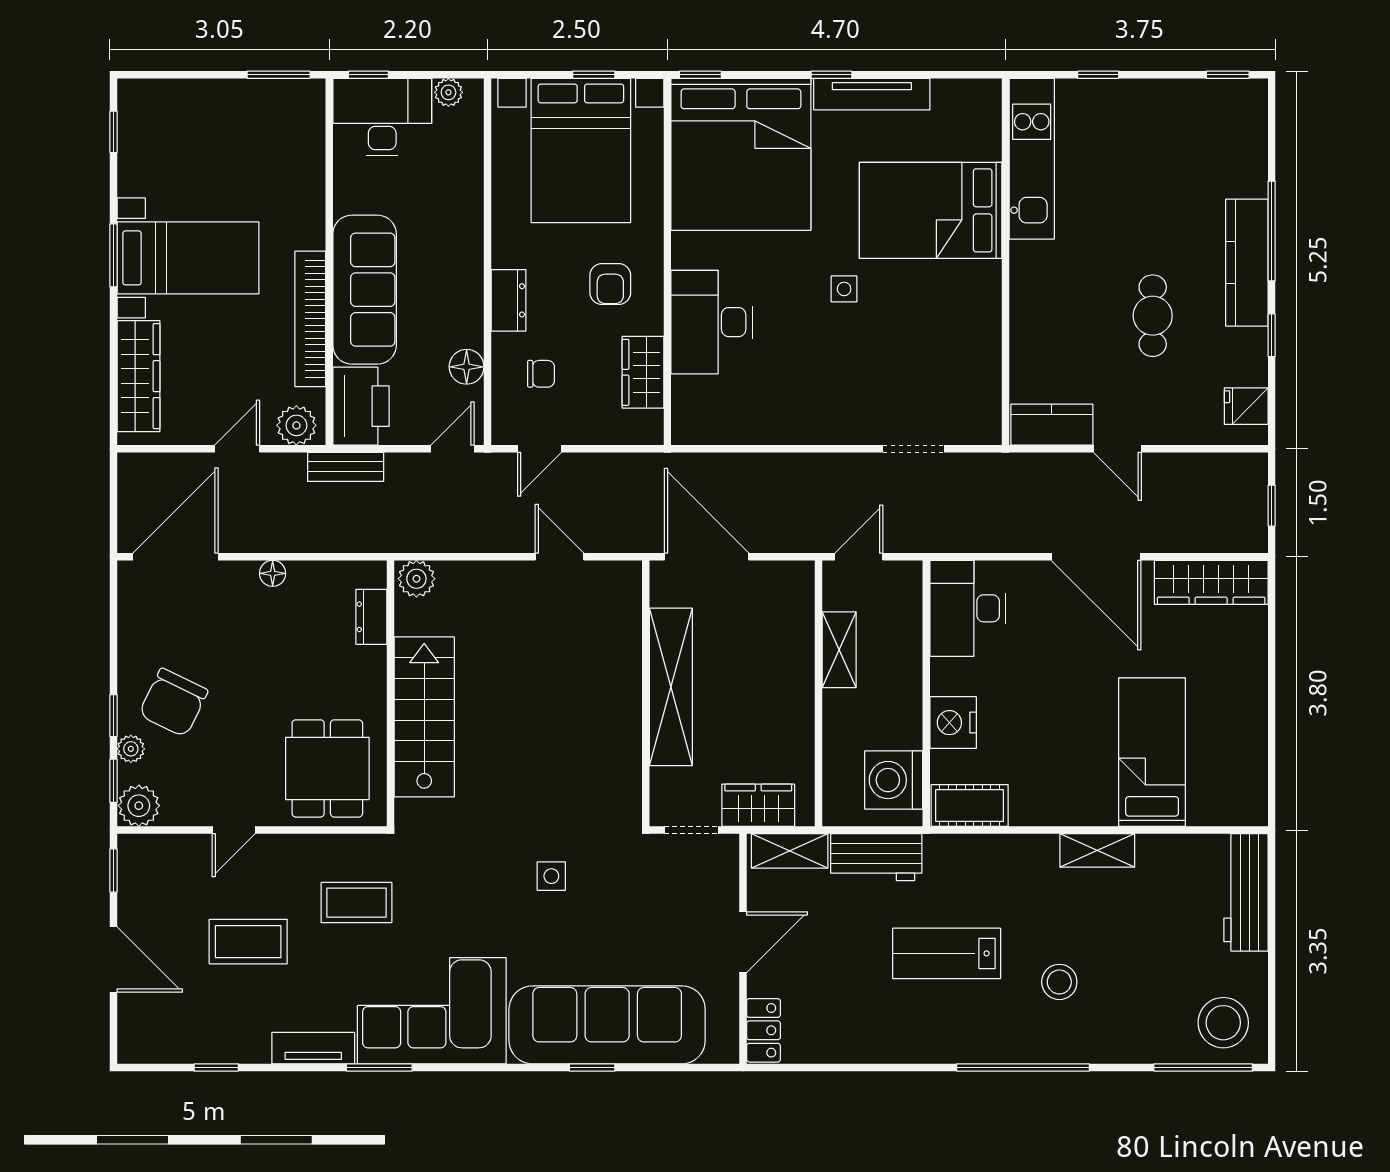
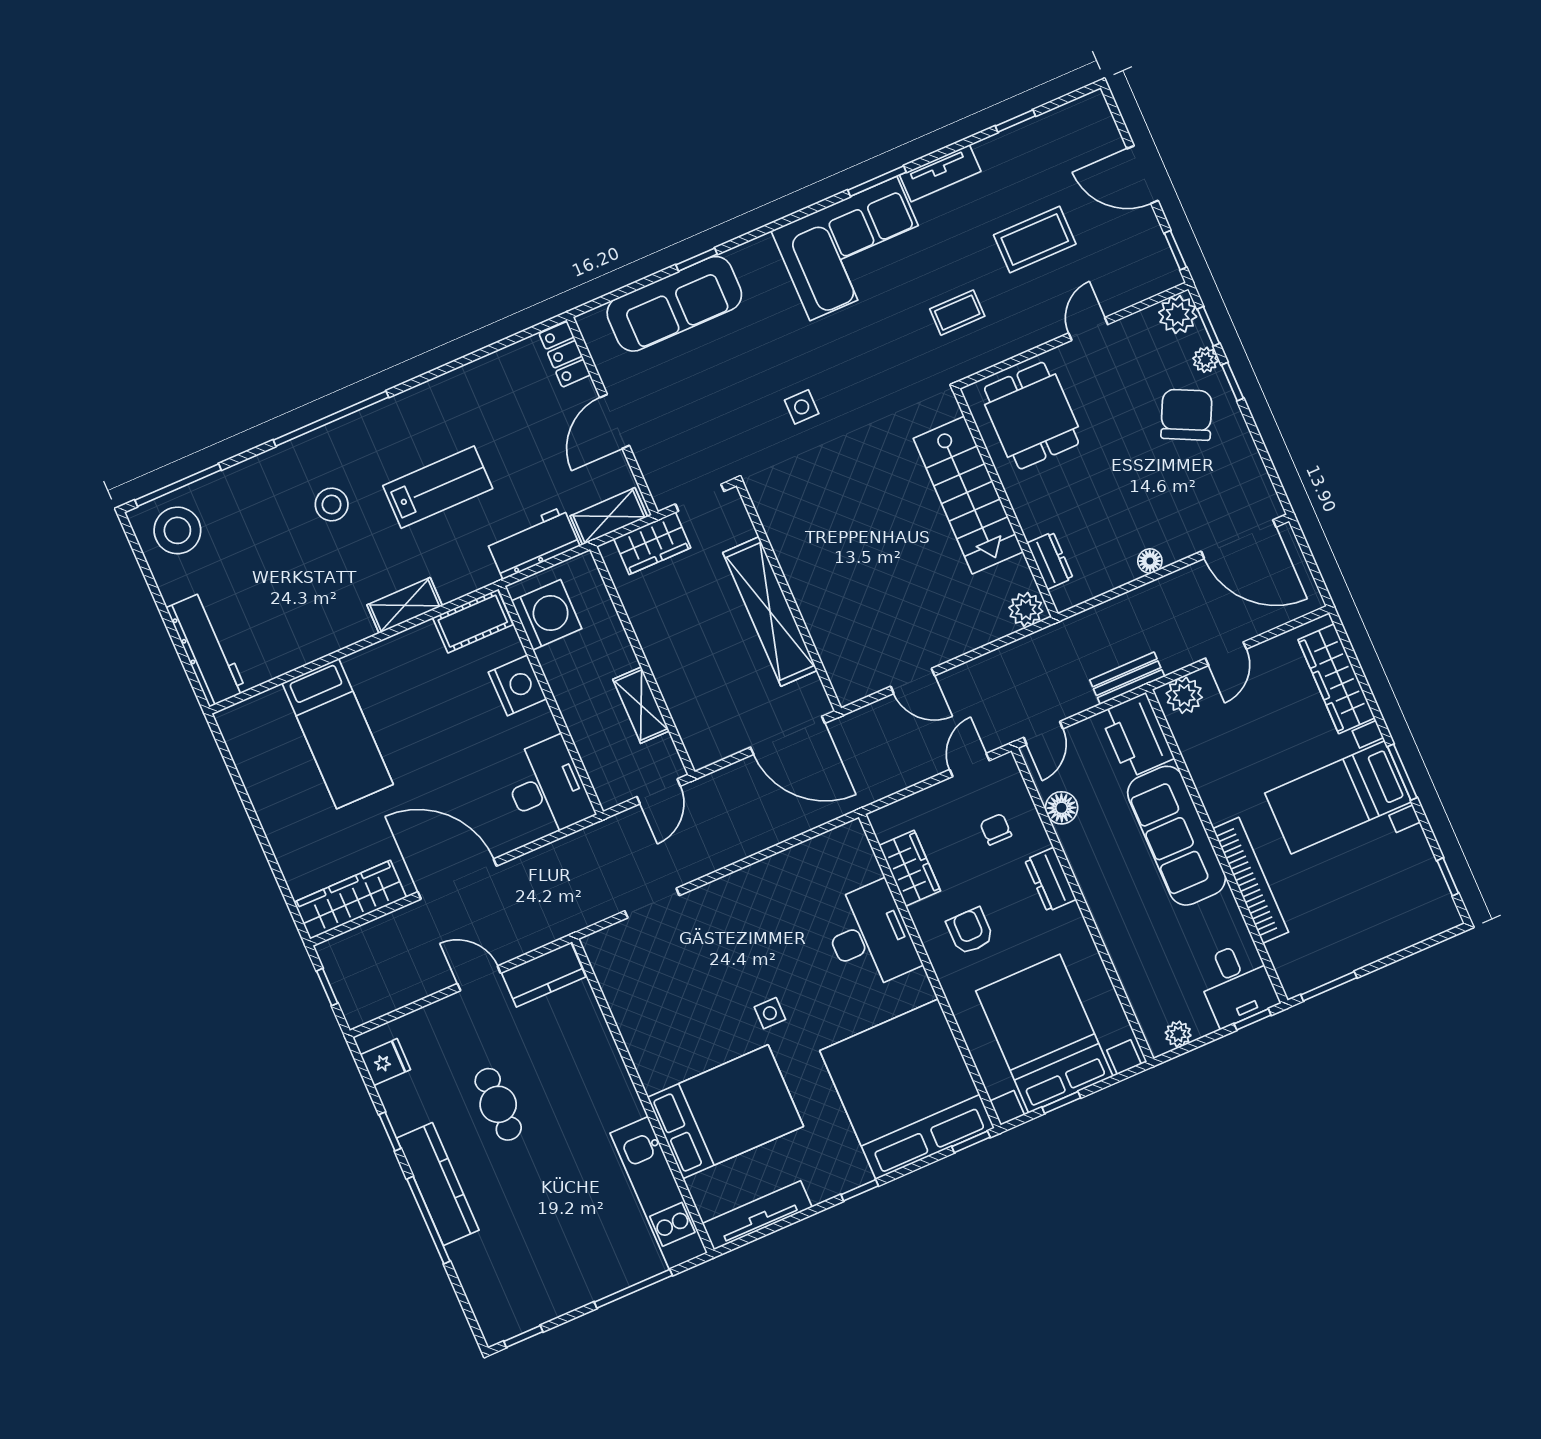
window: (1098, 75) -> (633, 1289), width x2.17
tv unit: (872, 94) -> (757, 1215), moved
desk: (382, 117) -> (1237, 984), width x0.73
bookcase: (310, 319) -> (1251, 880), moved
chair: (541, 374) -> (996, 829), turned 90
door: (175, 557) -> (1239, 539), hinge flipped
shelving: (1097, 850) -> (405, 605), moved
coffee table: (357, 903) -> (957, 313), width x0.73, depth x0.77
sofa: (607, 1025) -> (674, 304), width x0.74, depth x0.79

